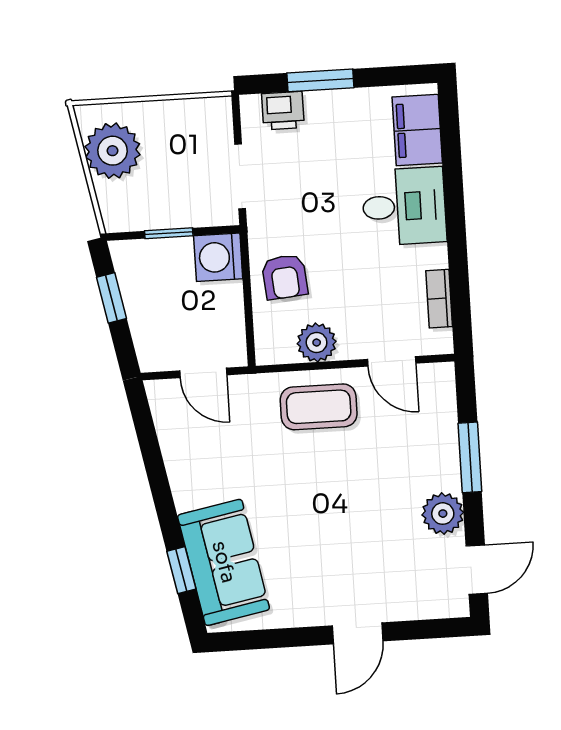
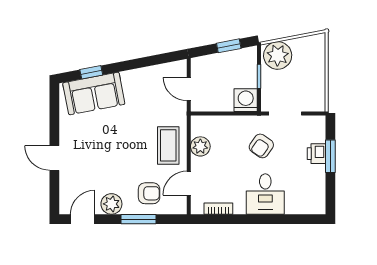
printer: (283, 111) -> (317, 154), moved
filing cabinet: (417, 130) -> (303, 203), removed
plant: (112, 151) -> (278, 55), moved
armchair: (285, 277) -> (261, 146), moved, turned -50
door: (203, 373) -> (189, 89), hinge flipped
armchair: (417, 440) -> (149, 193), added
door: (477, 570) -> (83, 219), swing flipped

